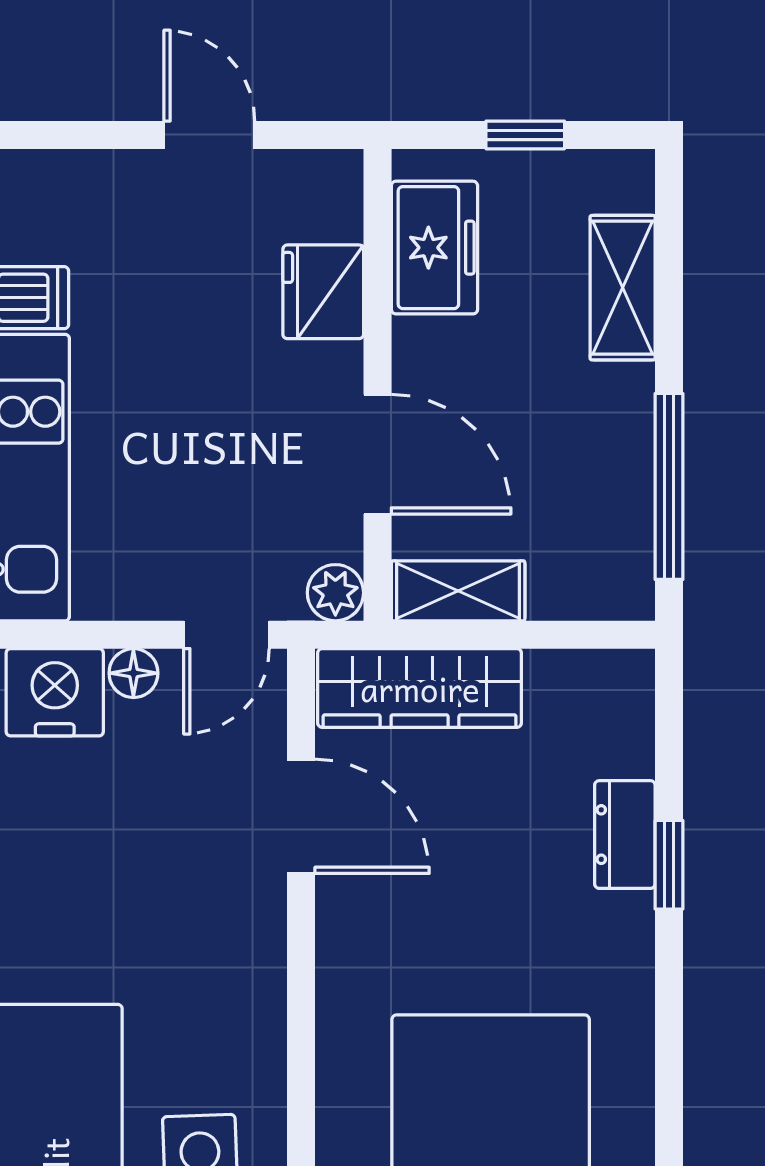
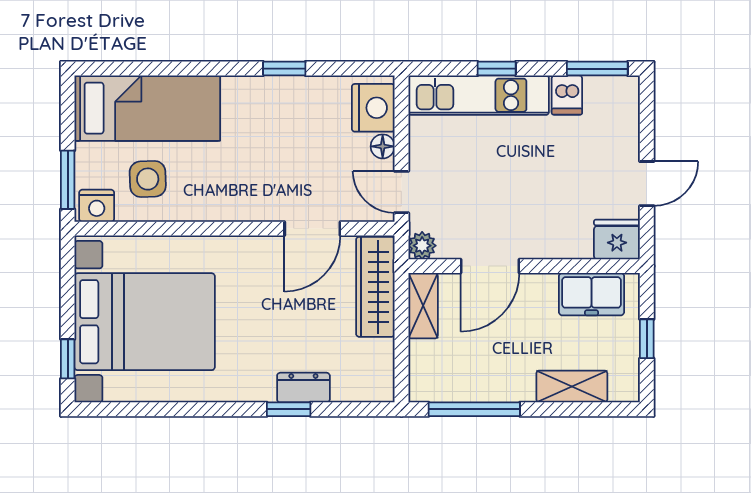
fridge: (323, 292) -> (617, 240), moved

